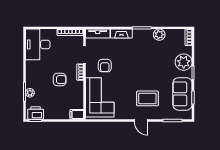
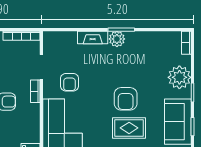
tv unit: (98, 34) -> (60, 37), removed
plant: (159, 35) -> (117, 39), moved
armchair: (145, 78) -> (126, 99), added

